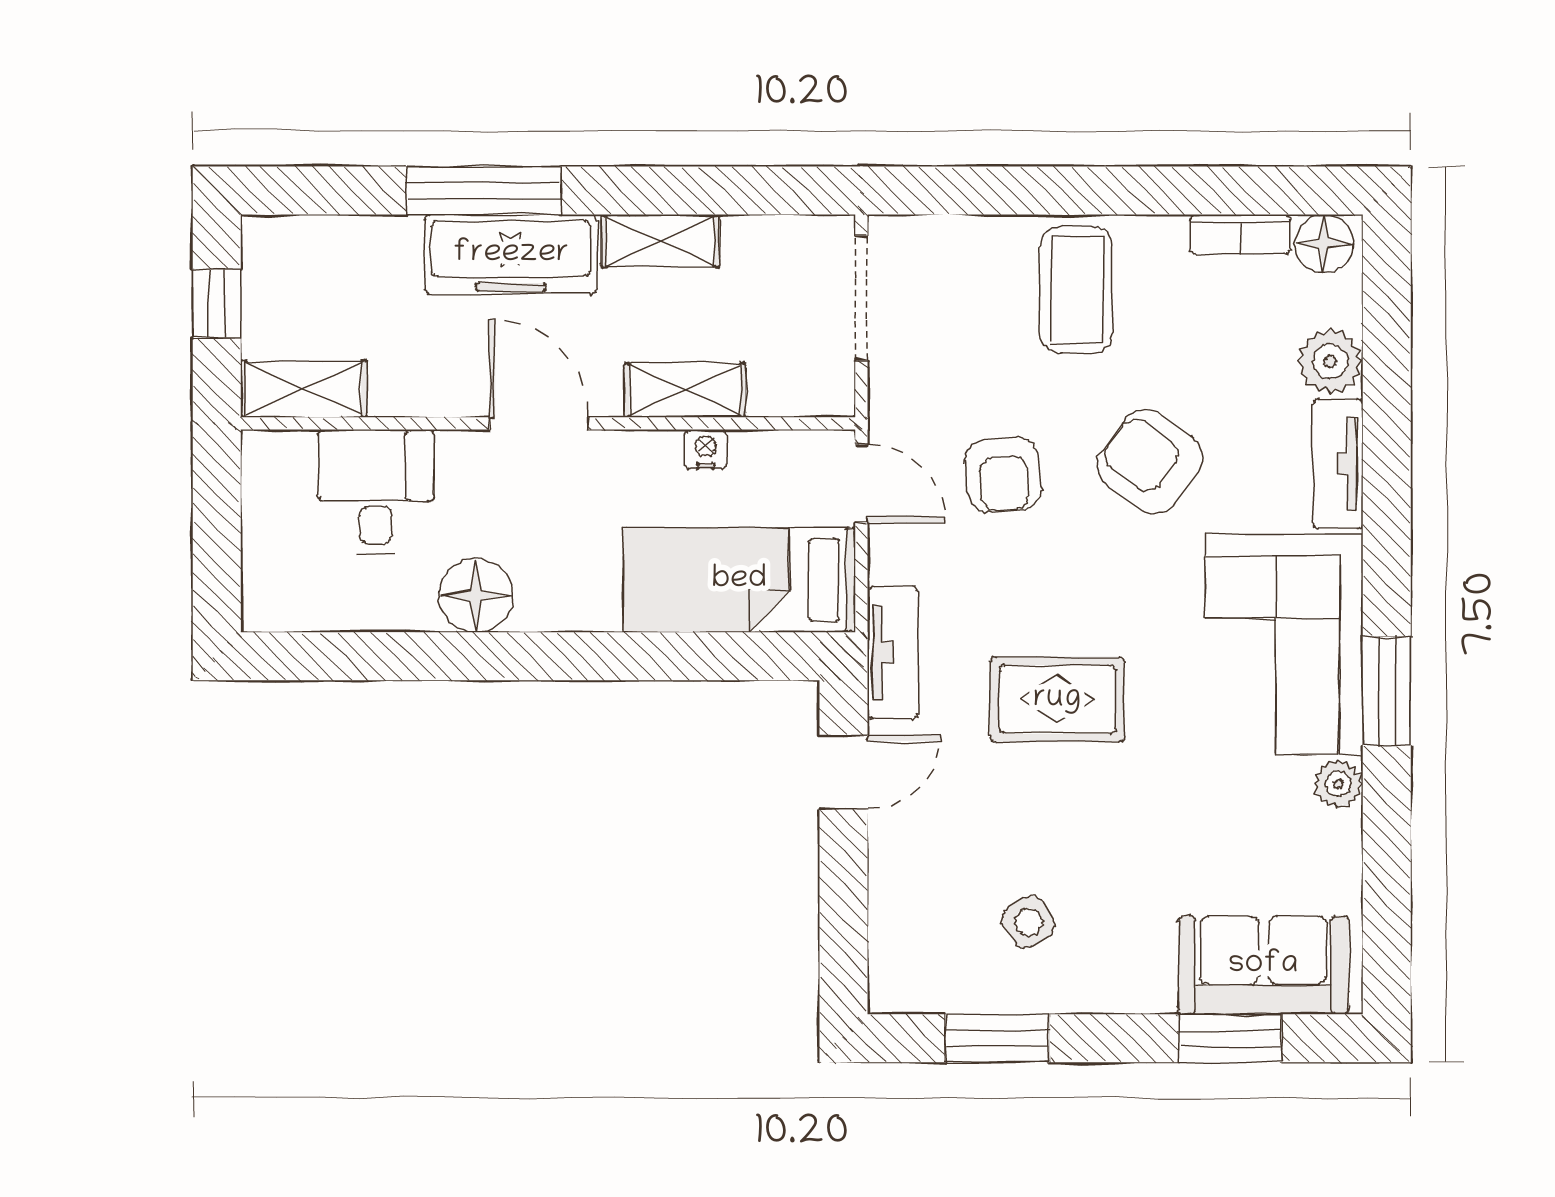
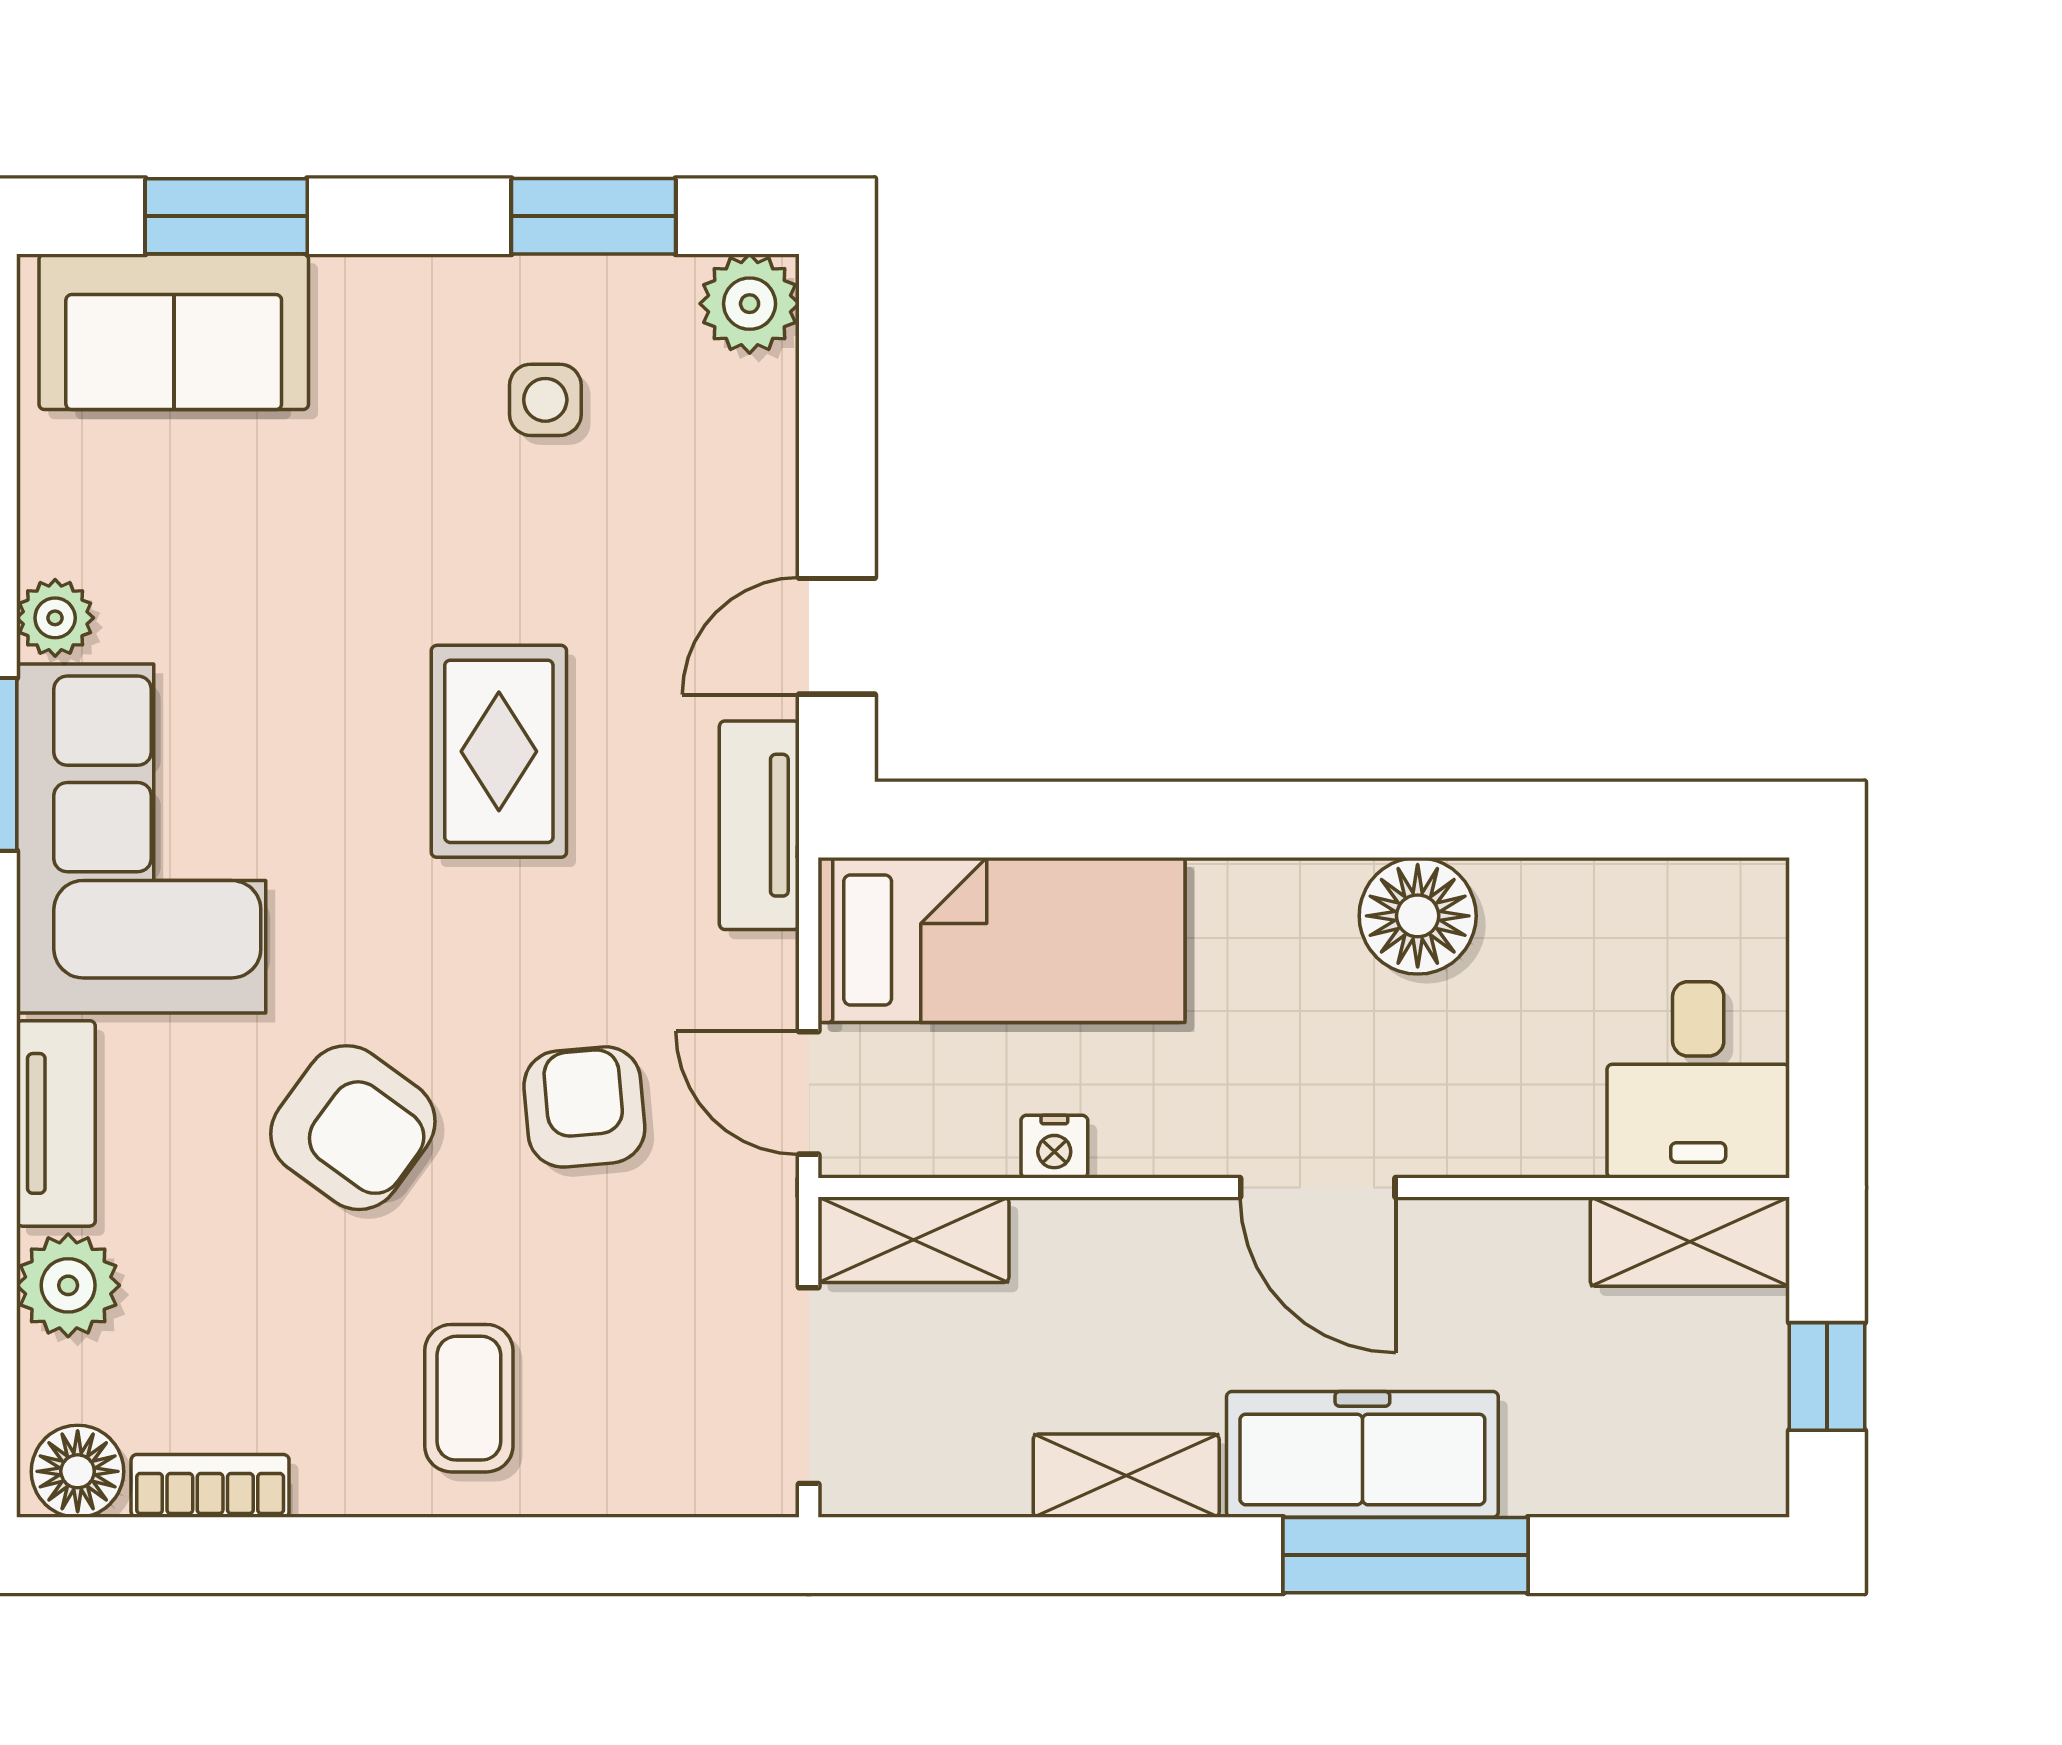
coffee table: (1076, 290) -> (469, 1398), width x0.73, depth x0.77
shelving: (685, 390) -> (913, 1240), moved
desk: (376, 492) -> (1698, 1080), moved
rug: (1057, 699) -> (499, 751), turned 90
side table: (1028, 922) -> (545, 400), turned 33
plant: (899, 983) -> (750, 304), added

